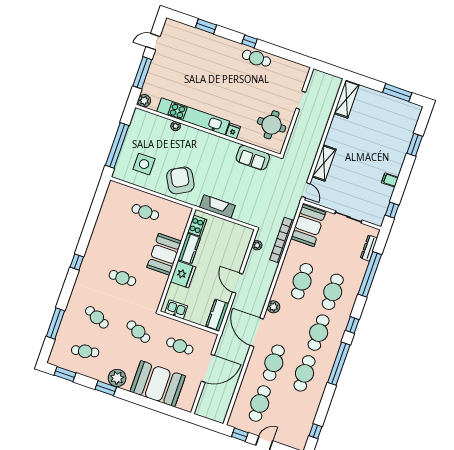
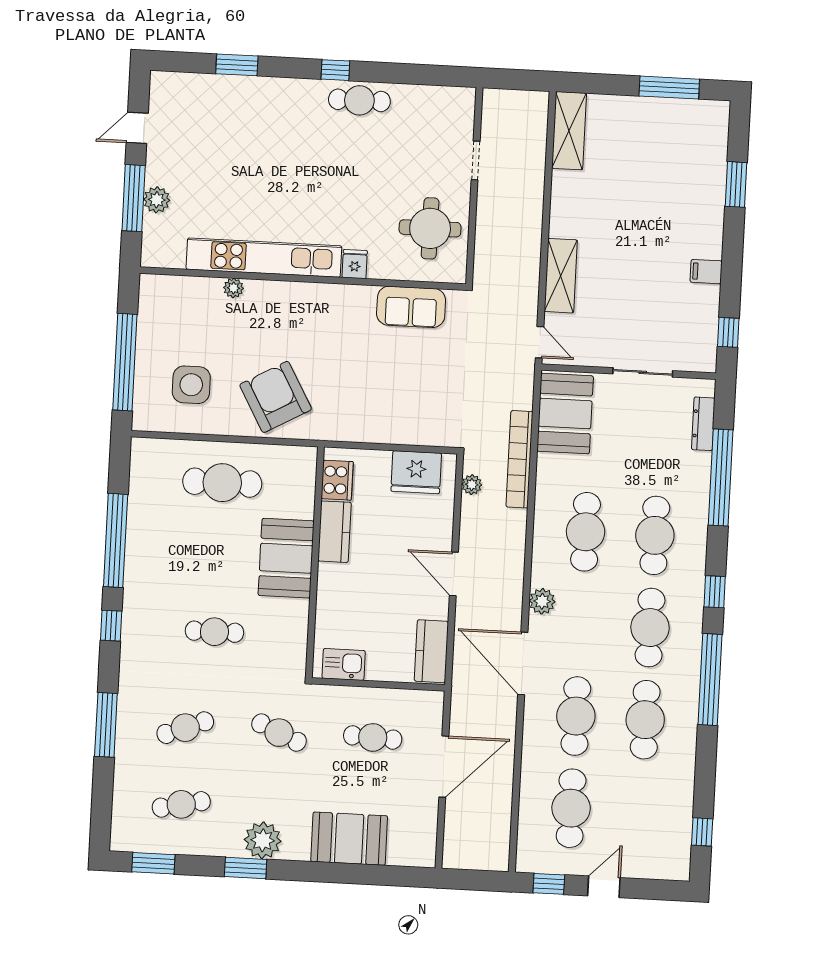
plant: (144, 101) -> (157, 200), moved
fireplace: (217, 206) -> (367, 428), removed
cafe table: (145, 212) -> (222, 483), width x1.37, depth x1.35
window: (90, 224) -> (116, 540), added
fridge: (183, 274) -> (416, 472), moved, turned 90
cafe table: (97, 317) -> (185, 728), turned -45
window: (55, 324) -> (106, 725), moved
booth: (158, 384) -> (349, 839), width x0.73, depth x0.70

